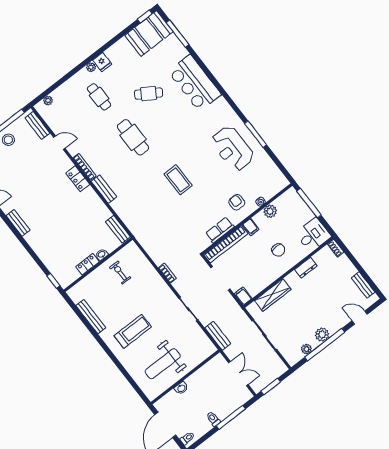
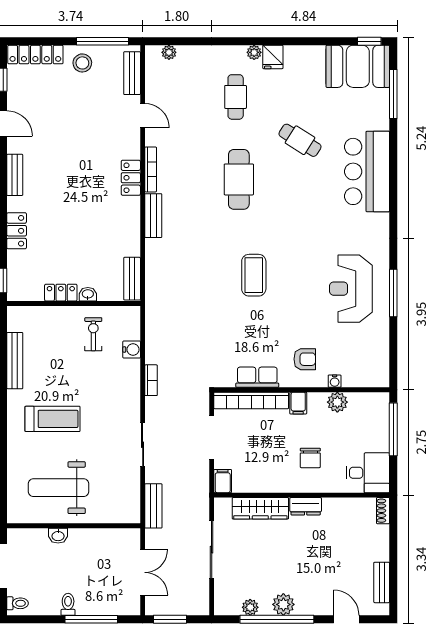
armchair: (237, 202) -> (305, 359), turned 90
locker: (41, 250) -> (17, 231), added
water cooler: (145, 265) -> (132, 349), added
dresser: (306, 268) -> (306, 506), moved

